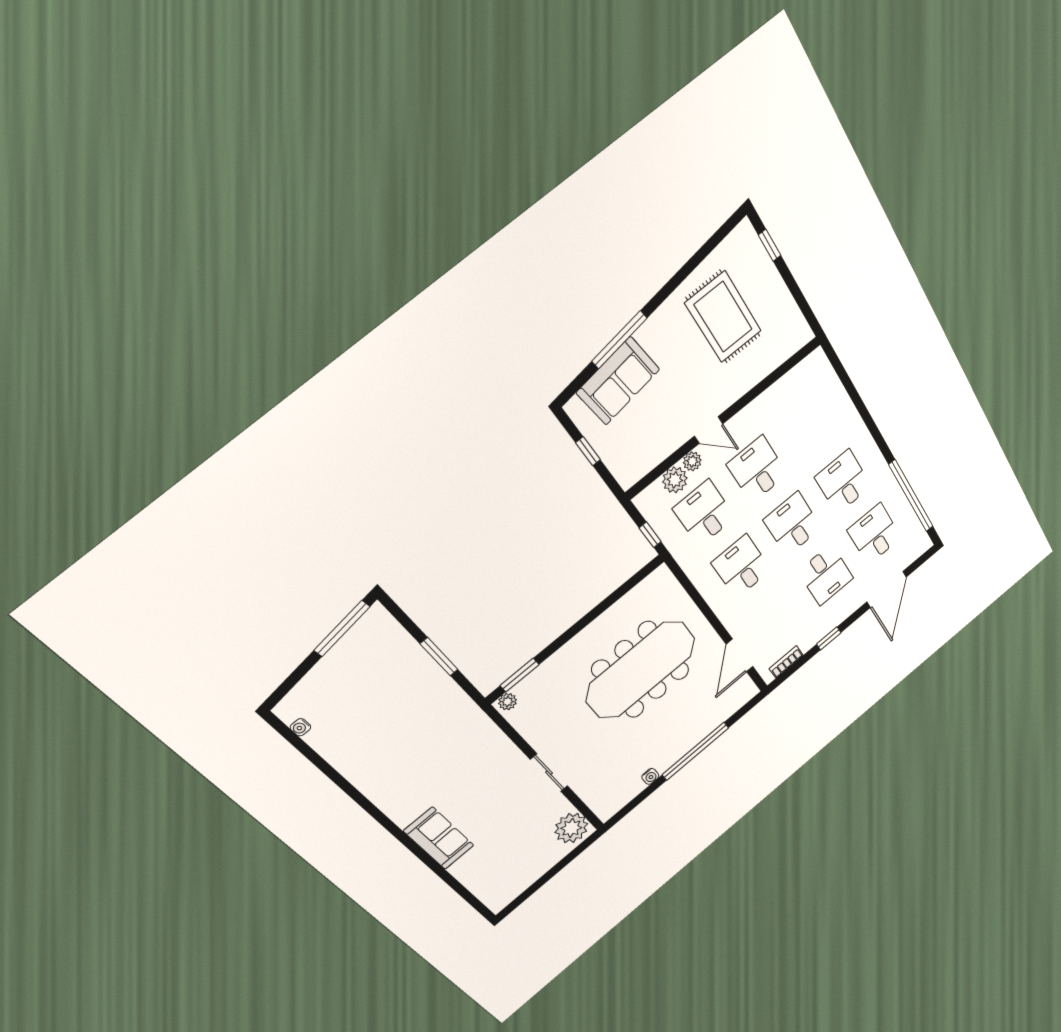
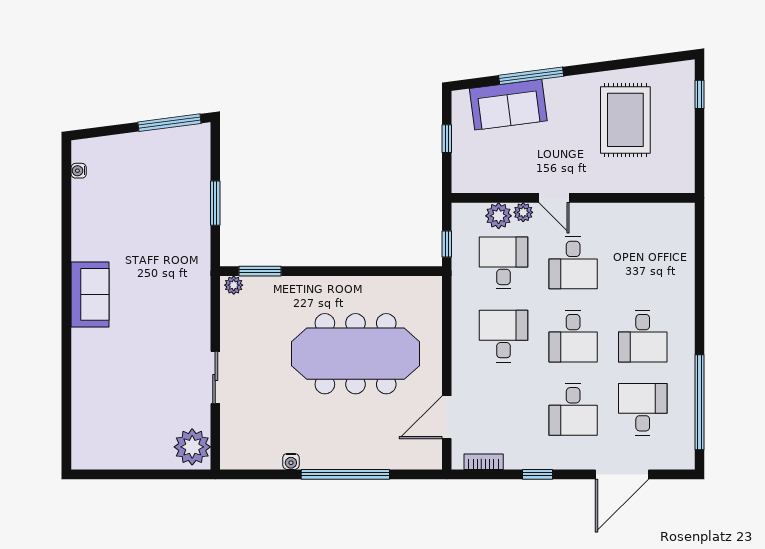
desk: (757, 469) -> (573, 263), turned 180
desk: (843, 482) -> (643, 336), turned 180
desk: (793, 524) -> (573, 336), turned 180
sofa: (439, 838) -> (90, 294), moved

